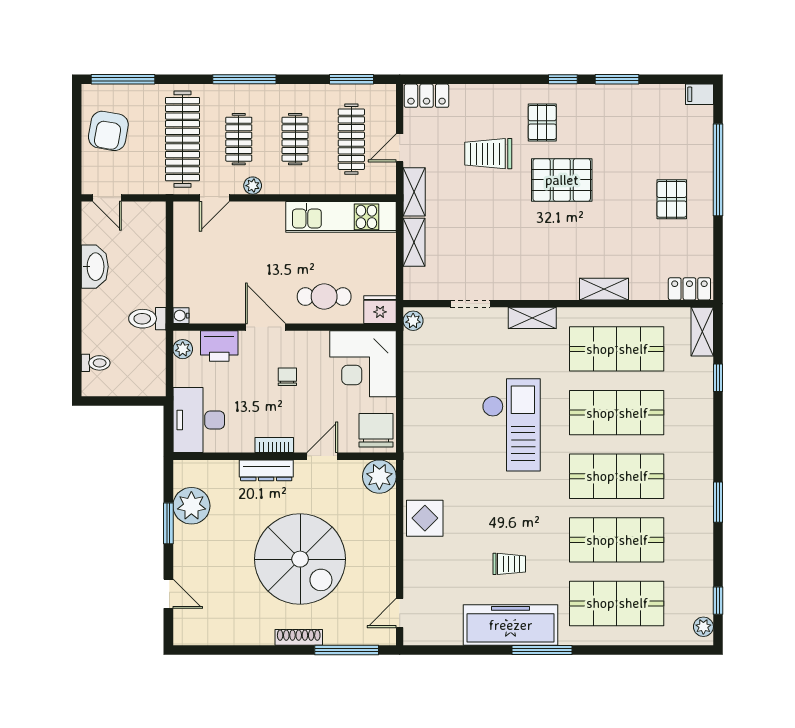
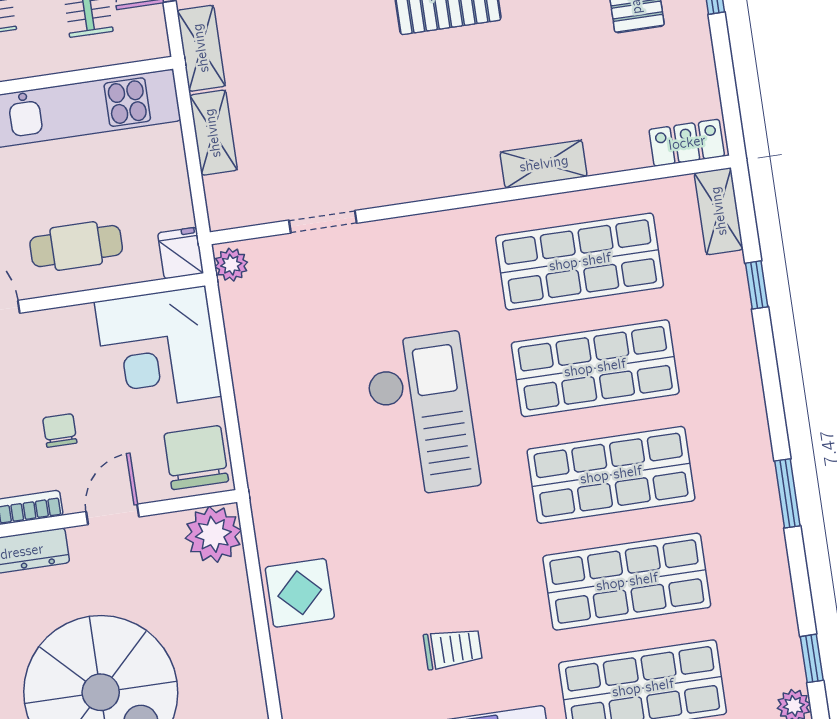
fridge: (380, 310) -> (181, 253), width x0.72
shelving: (532, 318) -> (430, 230), removed
chair: (287, 377) -> (60, 430), moved

